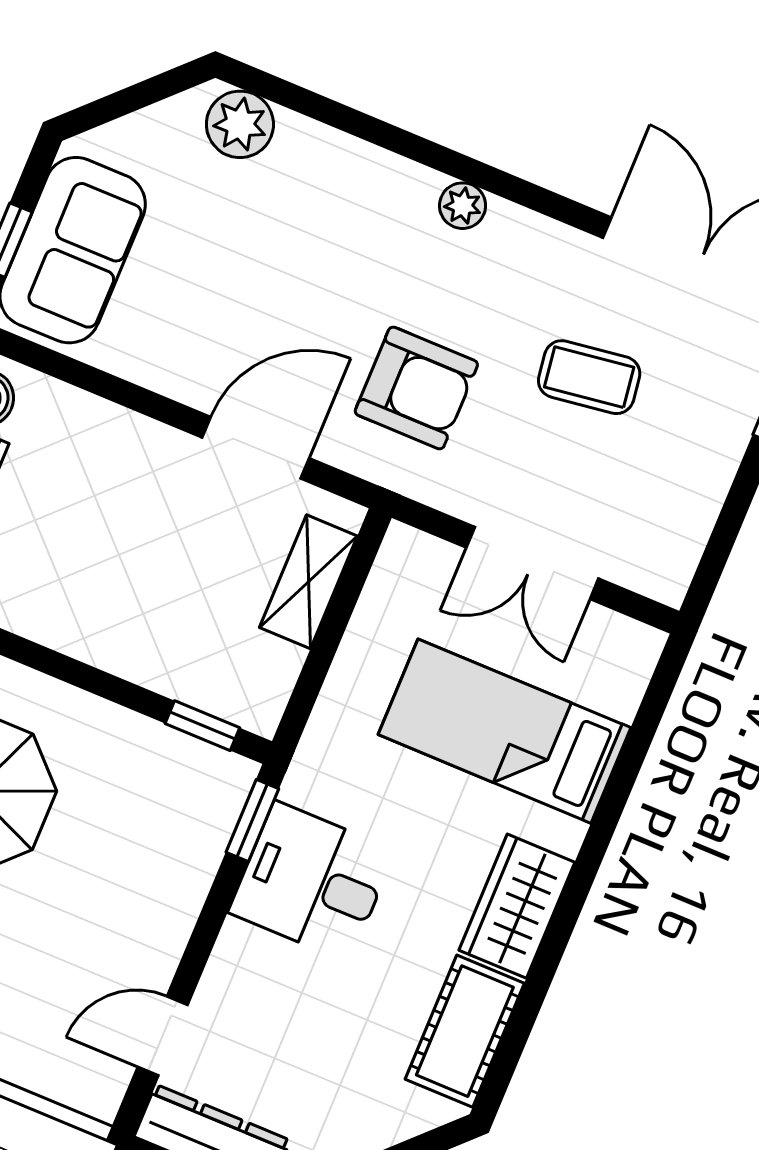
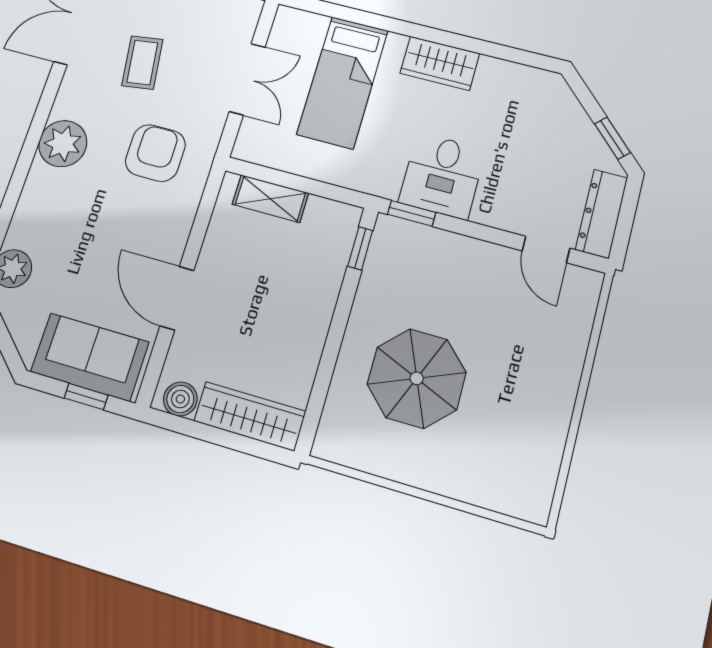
plant: (463, 206) -> (63, 144), width x1.87, depth x1.87
door: (256, 448) -> (177, 298), moved
cot: (465, 1031) -> (515, 82), removed

